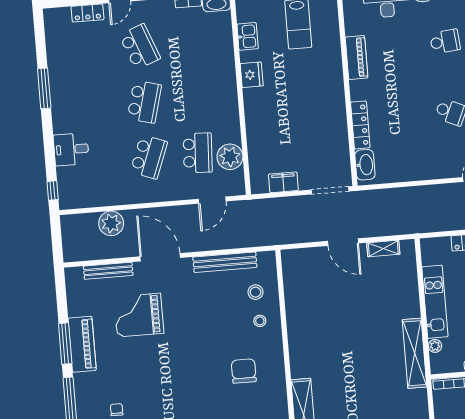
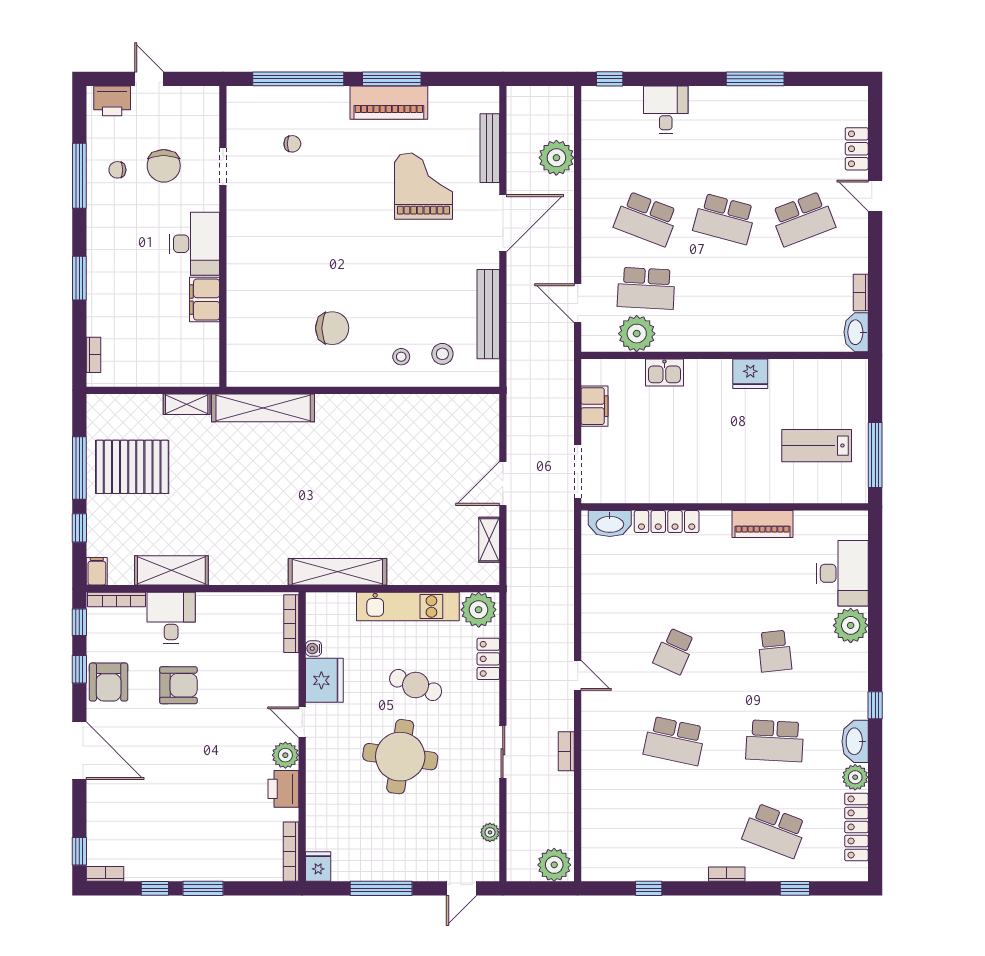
kitchen sink: (248, 36) -> (664, 372), moved
plant: (435, 346) -> (479, 610), moved, width x1.88, depth x1.88

